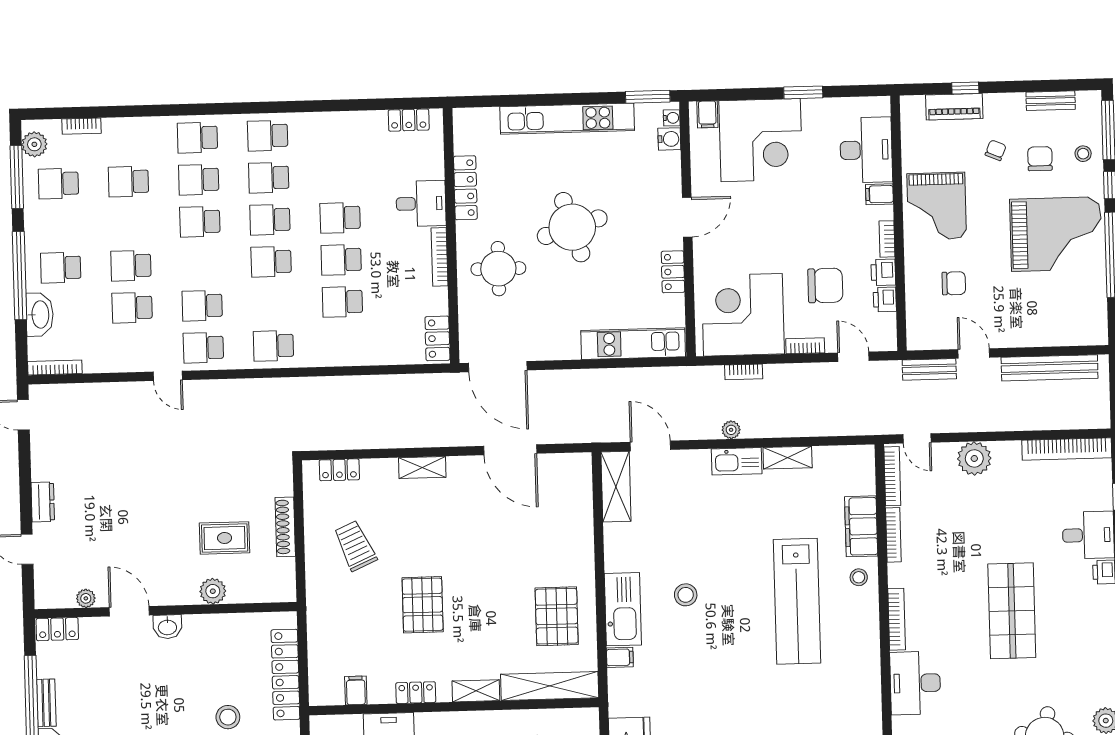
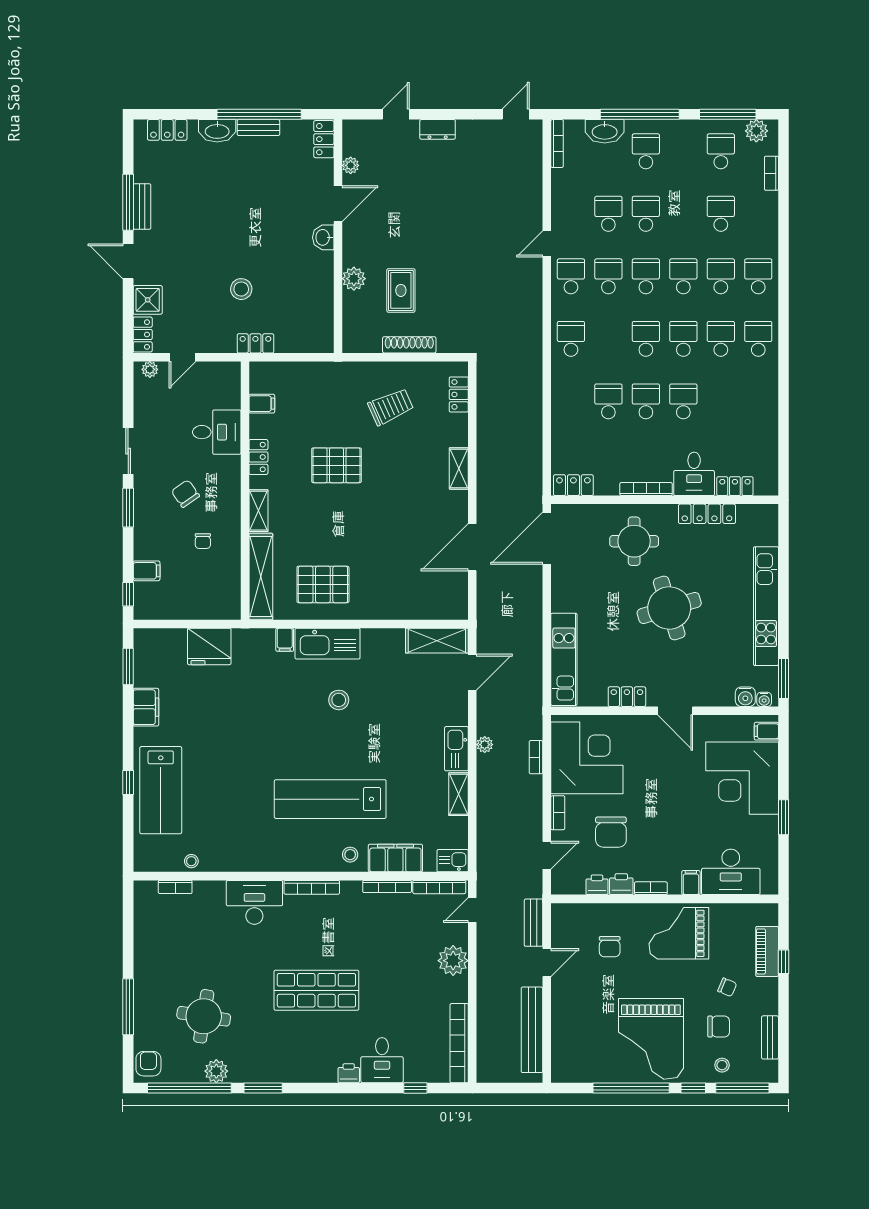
locker: (409, 120) -> (735, 486), moved, turned 90
school desk: (201, 264) -> (646, 276), added
kitchen sink: (862, 462) -> (453, 861), added
locker: (285, 675) -> (255, 343), width x0.46, depth x0.83

